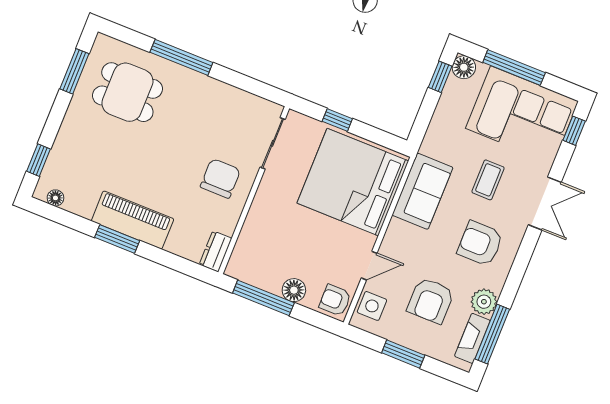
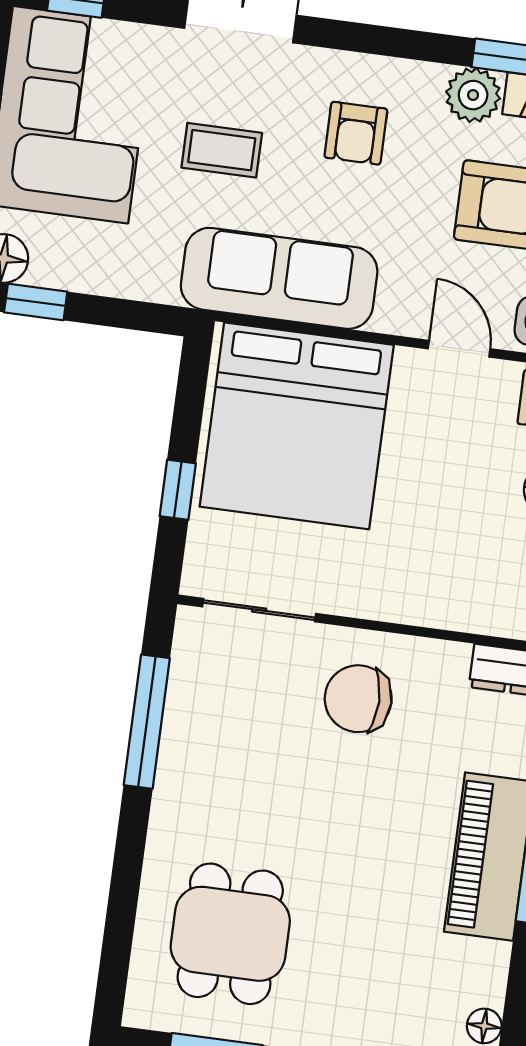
window: (181, 57) -> (147, 722), moved
sofa: (422, 191) -> (279, 278), width x1.36
armchair: (480, 243) -> (356, 133), width x0.72, depth x0.72

